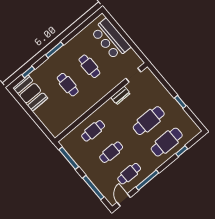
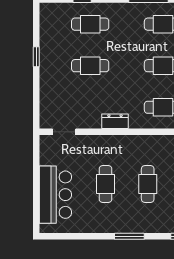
dresser: (120, 95) -> (115, 121), moved
cafe table: (149, 121) -> (90, 66), width x0.73, depth x0.74
cafe table: (167, 142) -> (90, 24), width x0.73, depth x0.74

